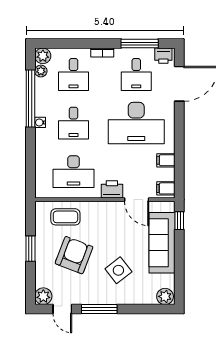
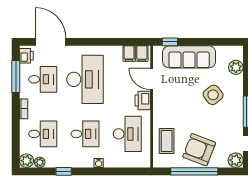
window: (30, 98) -> (64, 171), width x0.32
water cooler: (40, 122) -> (99, 163), moved
filing cabinet: (166, 160) -> (129, 54), moved
door: (137, 200) -> (152, 79), swing flipped
window: (30, 249) -> (194, 171), width x2.11
armchair: (74, 255) -> (199, 150), moved
plant: (165, 296) -> (236, 67), moved

